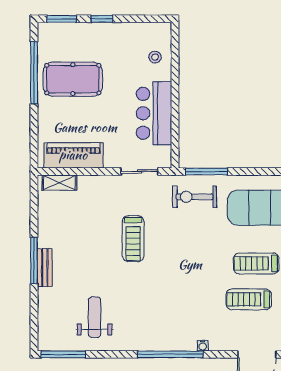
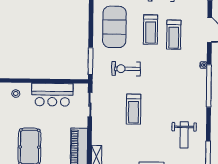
exercise bike: (195, 197) -> (126, 69), moved, turned 90
treadmill: (133, 239) -> (133, 109), turned 90
weight bench: (95, 317) -> (184, 135), turned -90

